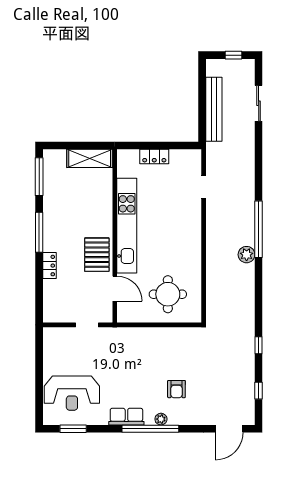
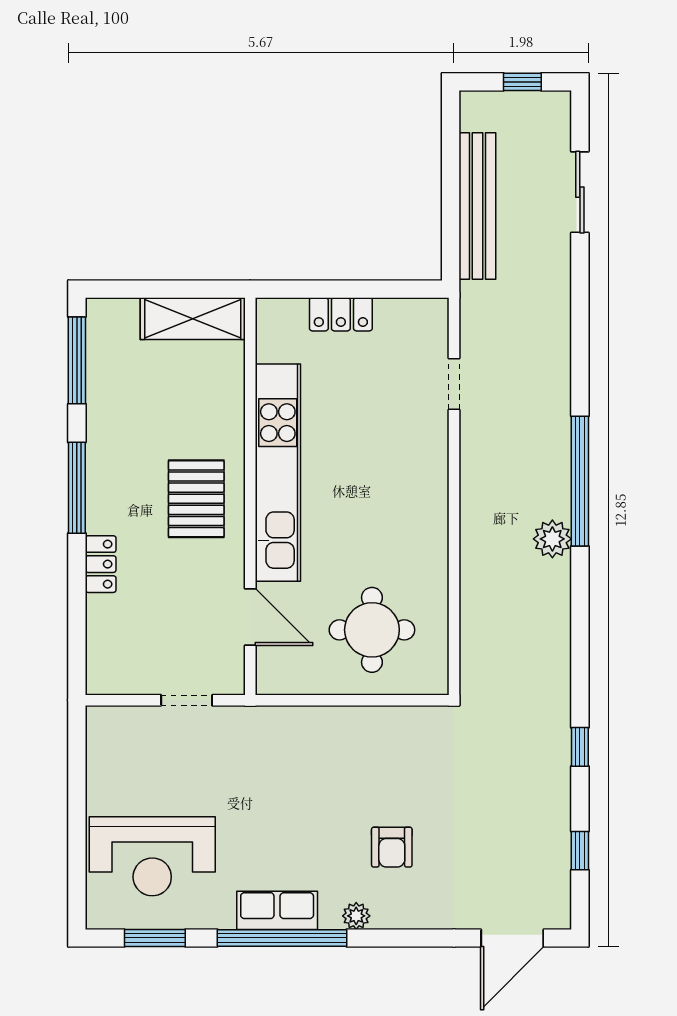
pallet: (97, 255) -> (196, 499), moved
window: (150, 429) -> (282, 938), moved

